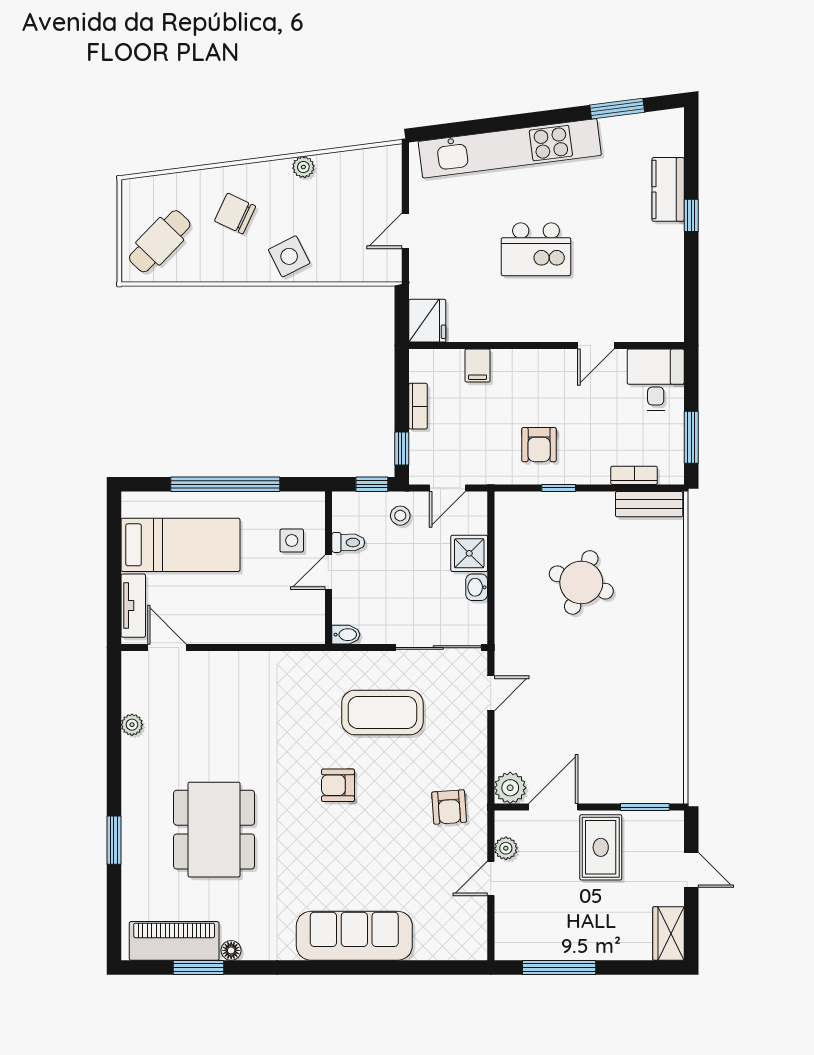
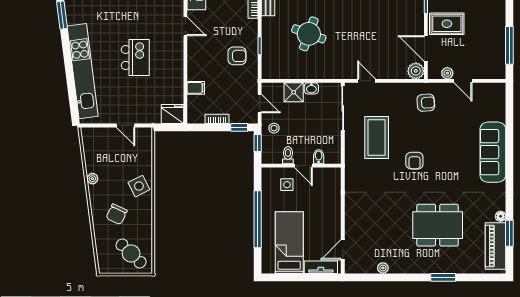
bidet: (346, 635) -> (319, 157), moved

